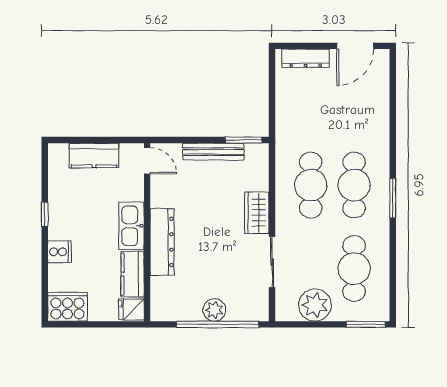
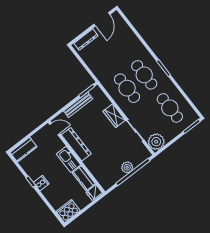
kitchen counter: (94, 155) -> (23, 150), moved
dresser: (162, 242) -> (76, 144), moved
cooker: (59, 252) -> (41, 183), moved
plant: (315, 305) -> (156, 142), moved

